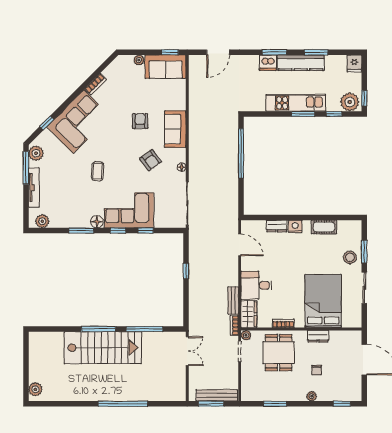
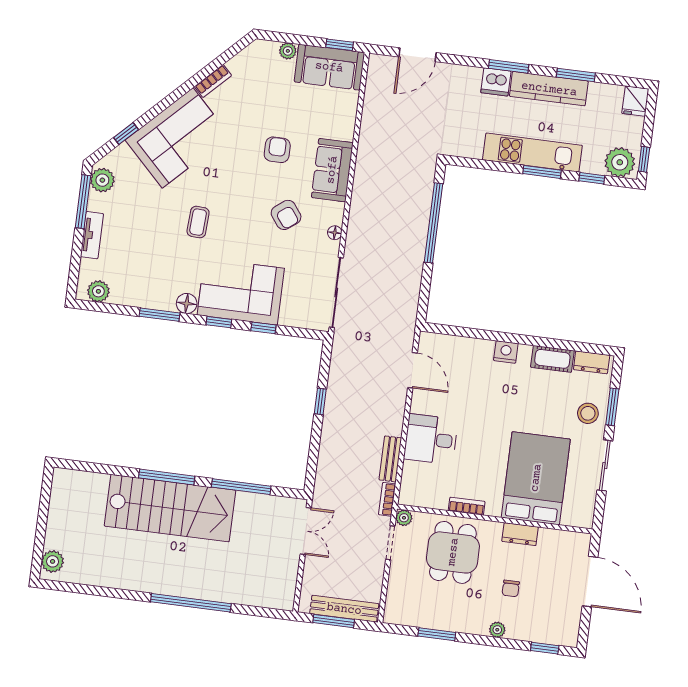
tv unit: (34, 188) -> (92, 235), width x0.71
dresser: (277, 226) -> (592, 362), moved
wardrobe: (249, 314) -> (413, 484), removed

